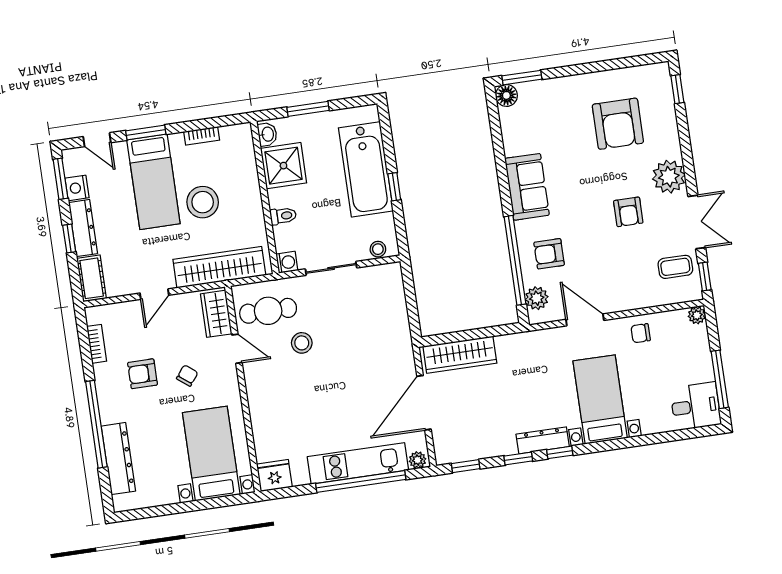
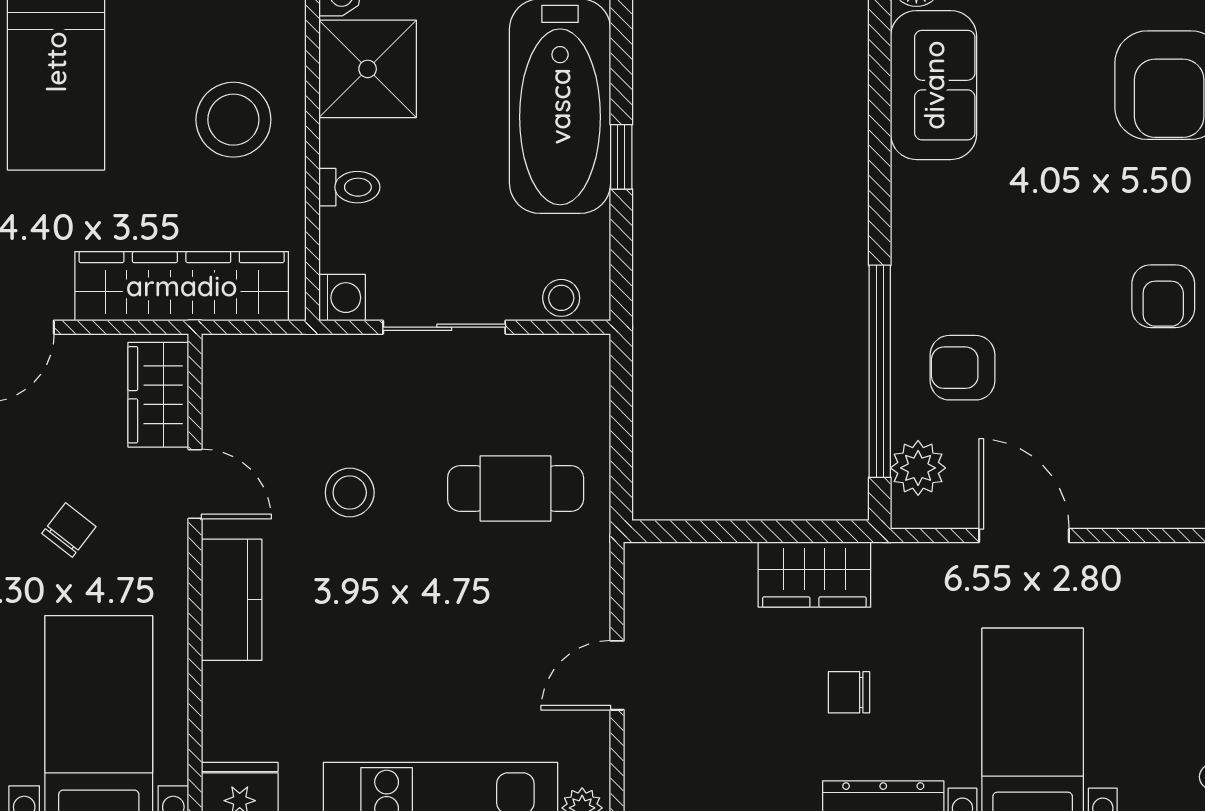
sofa: (527, 187) -> (934, 85), moved
stool: (203, 202) -> (233, 120), moved
cafe table: (268, 311) -> (516, 488), moved
chair: (641, 333) -> (849, 692), moved
wardrobe: (460, 355) -> (814, 575), moved, width x0.67
kitchen counter: (259, 395) -> (232, 600), added
door: (424, 403) -> (617, 675), width x0.53

